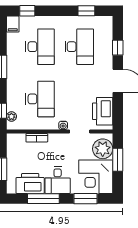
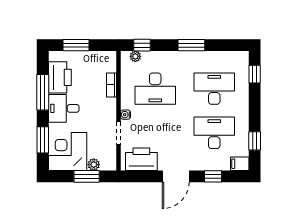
filing cabinet: (13, 24) -> (240, 164), moved
desk: (40, 47) -> (214, 89), turned 180
desk: (79, 47) -> (214, 133), turned 180
plant: (103, 149) -> (94, 165), width x0.53, depth x0.53

